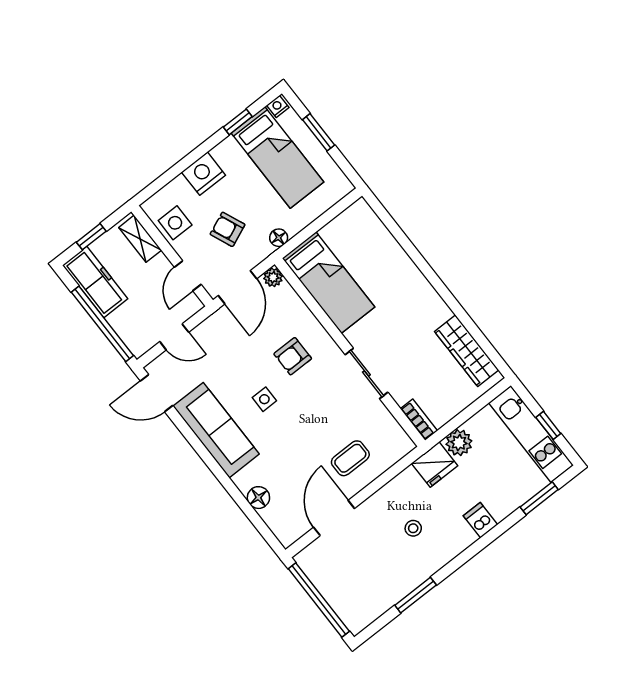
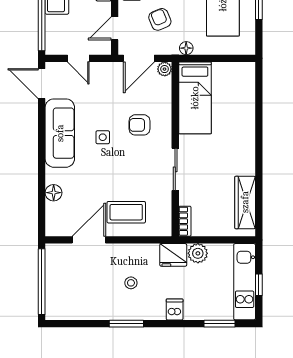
coffee table: (350, 458) -> (126, 212), width x1.36, depth x1.30
window: (416, 595) -> (126, 324), moved

